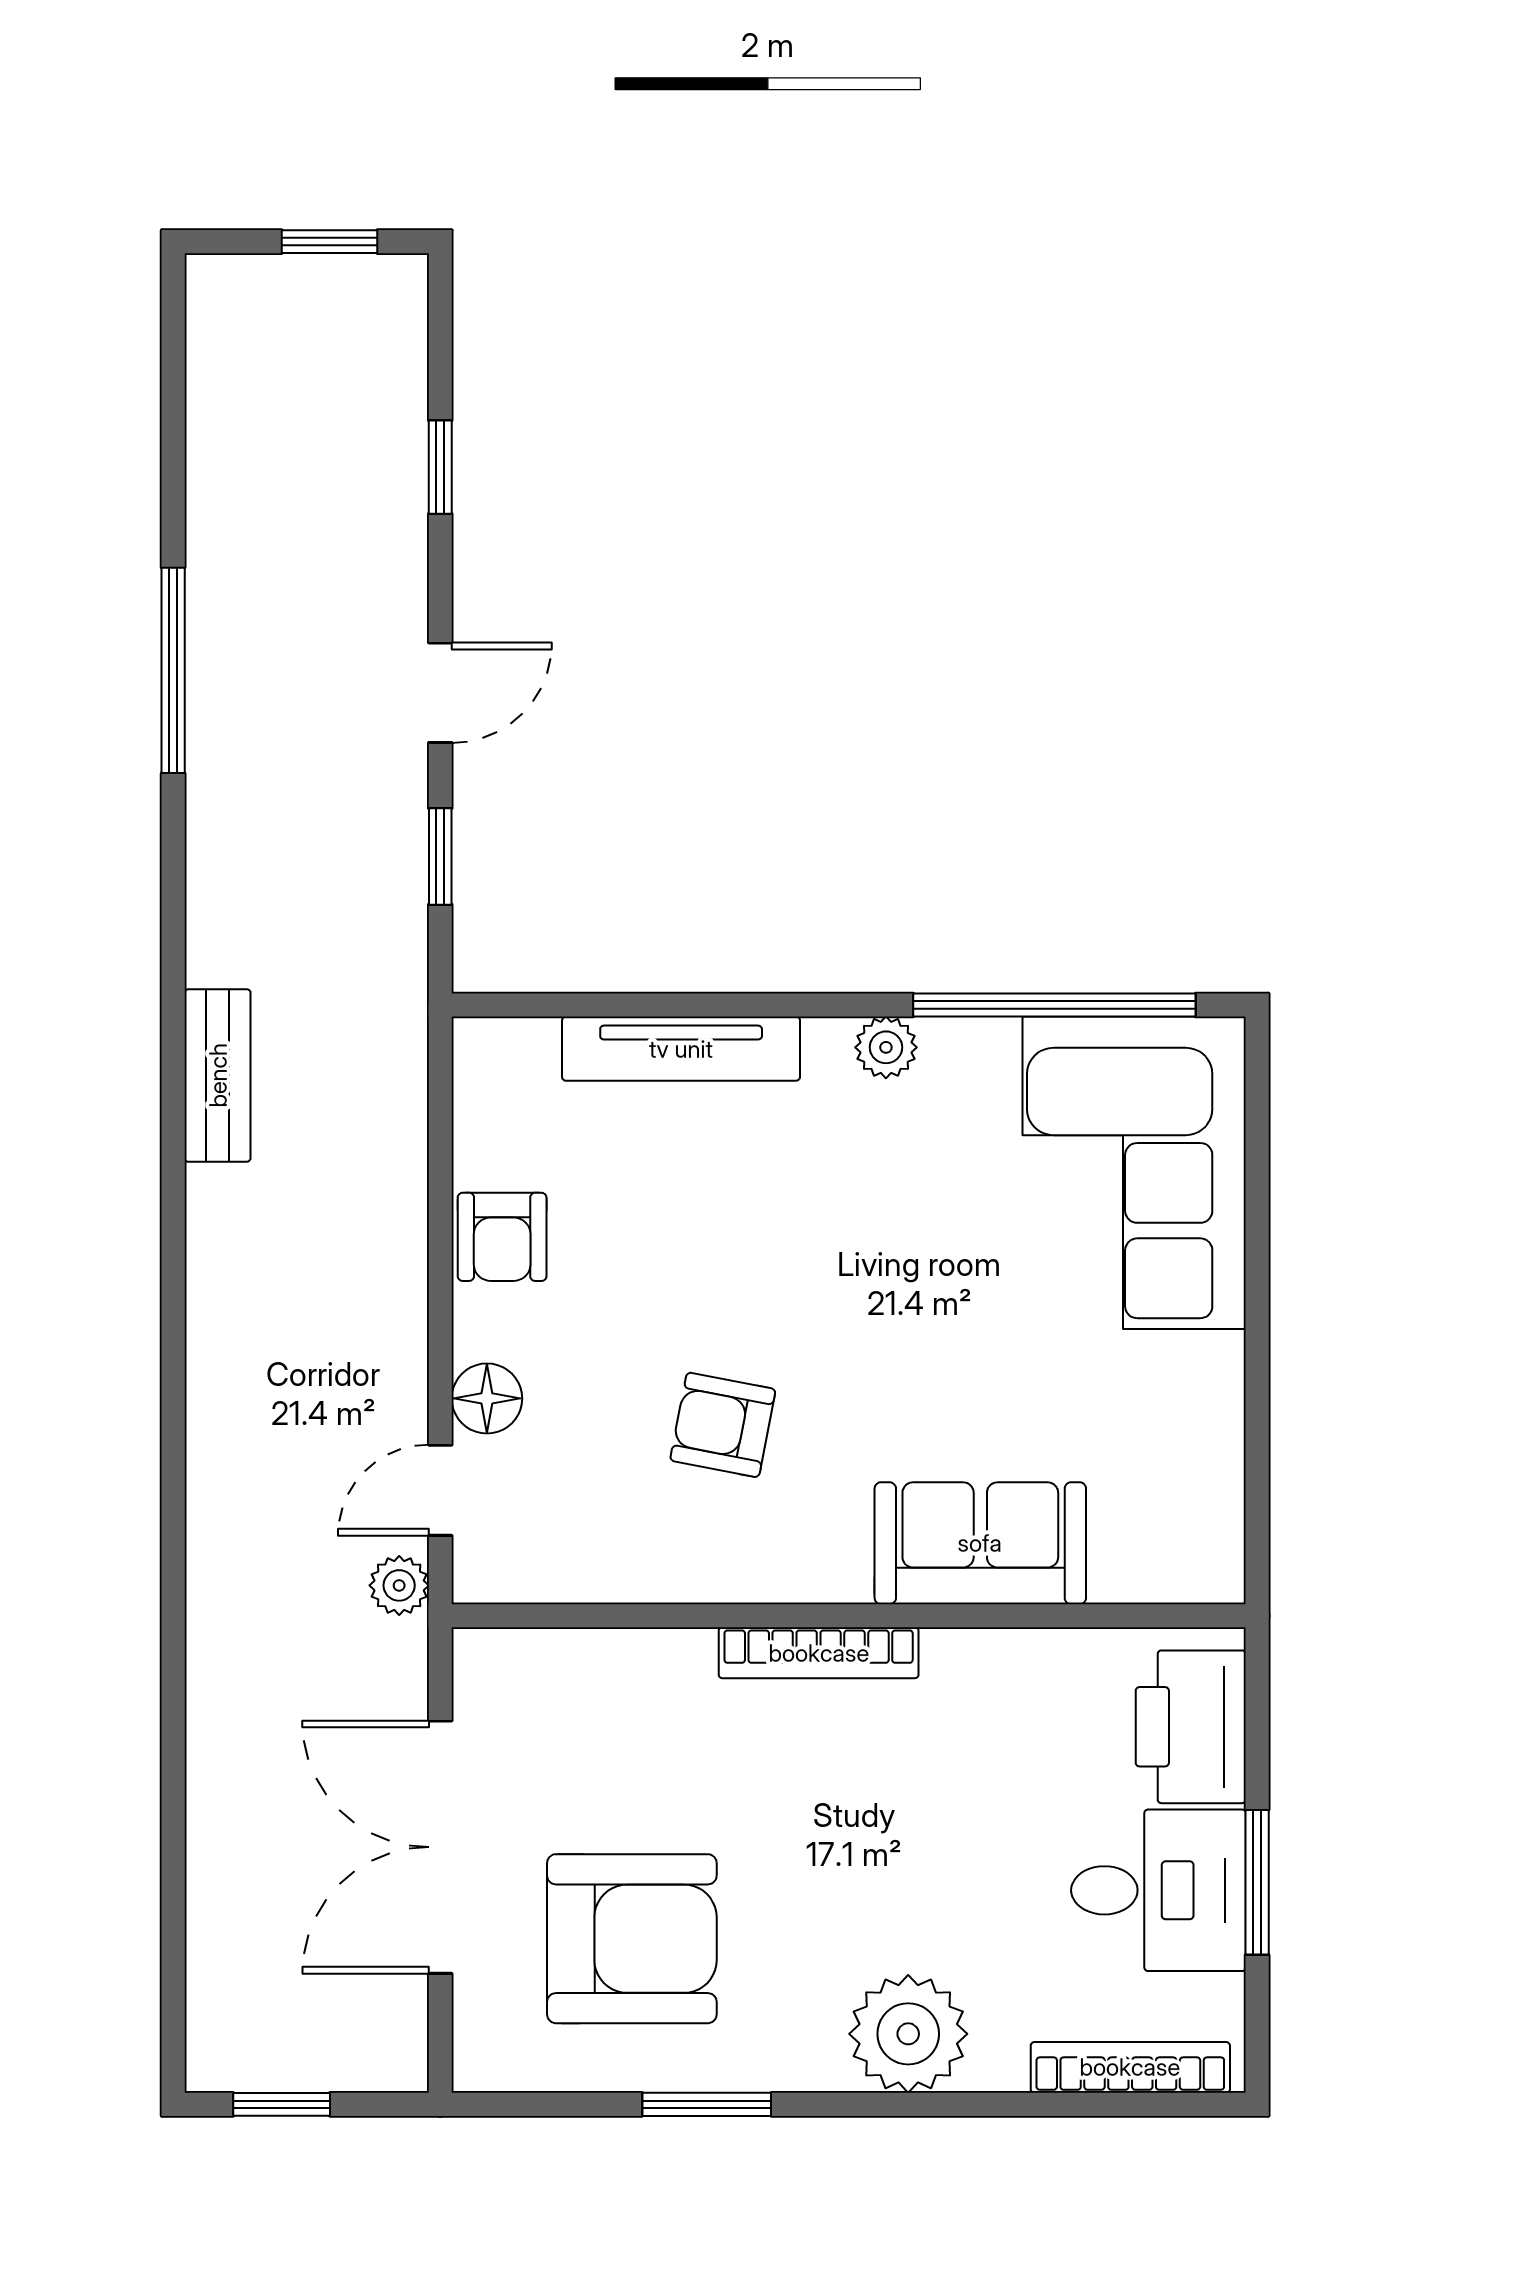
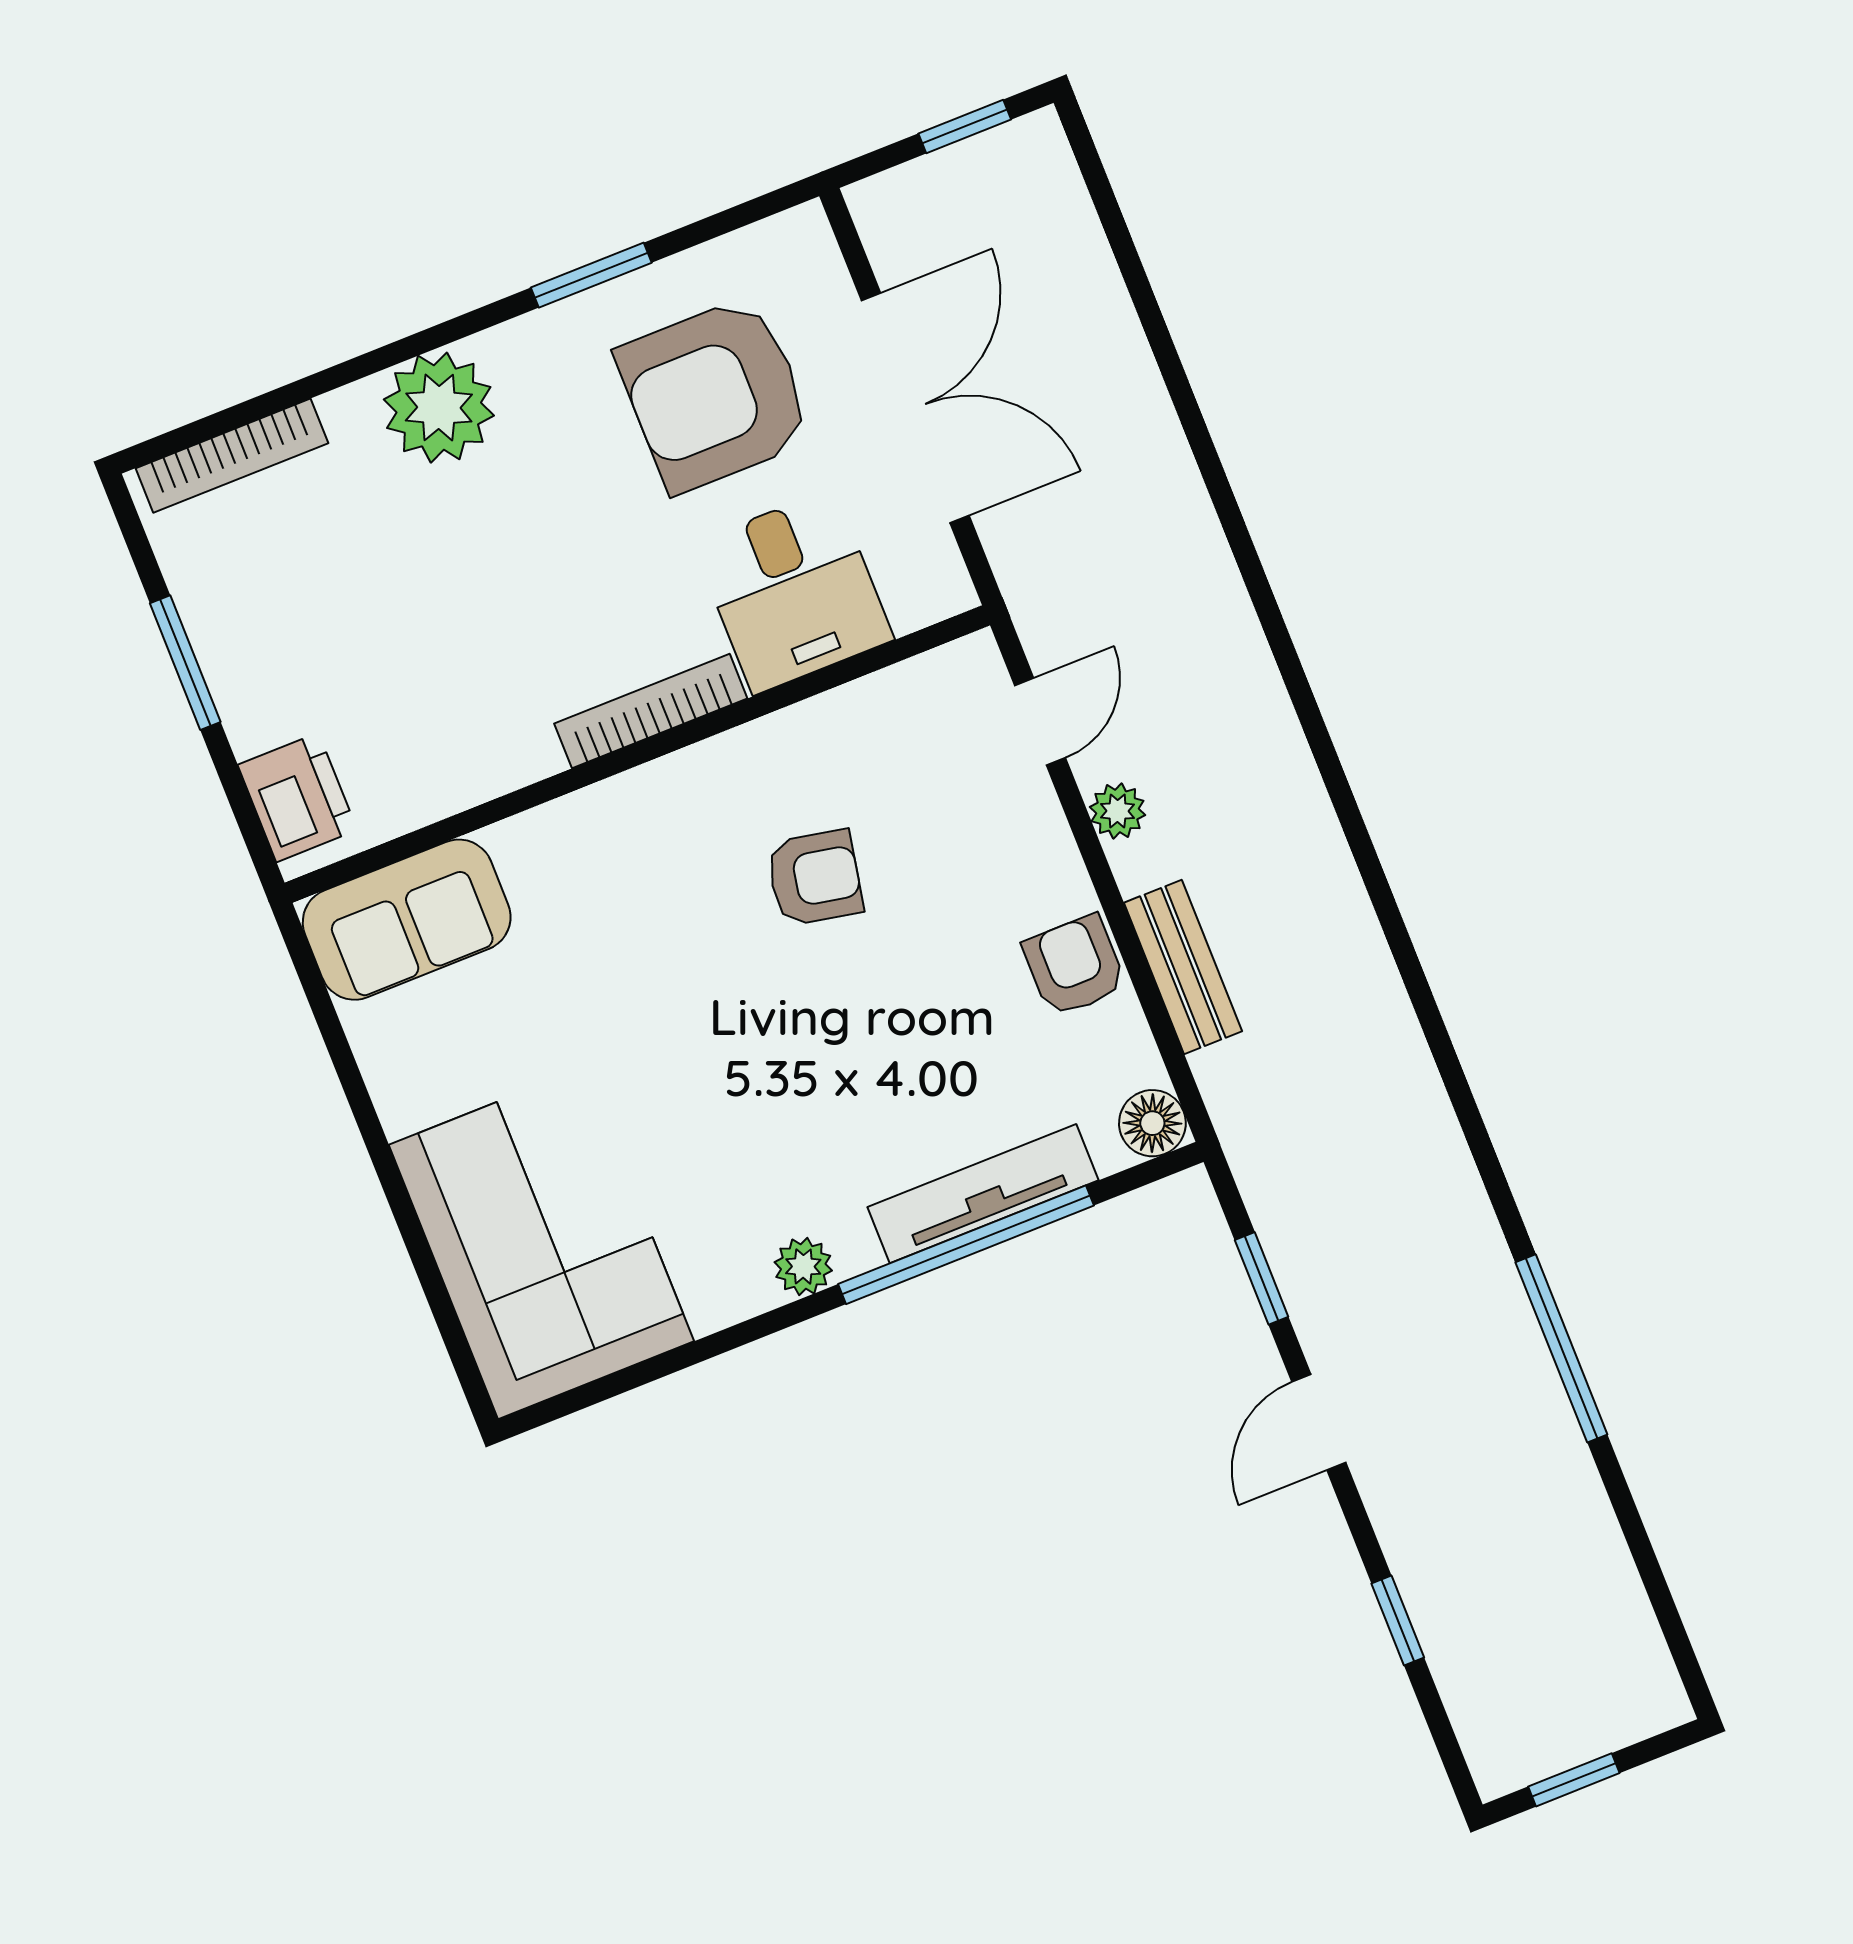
window: (1054, 1005) -> (966, 1245), moved
bench: (218, 1075) -> (1183, 967), moved
floor lamp: (487, 1398) -> (1152, 1123), moved
sofa: (980, 1543) -> (407, 920), moved
plant: (399, 1585) -> (1118, 811), moved
printer: (1191, 1727) -> (297, 797), width x0.73, depth x0.84
desk: (1158, 1890) -> (793, 591), moved, turned -90

